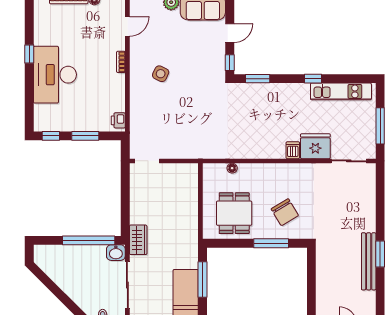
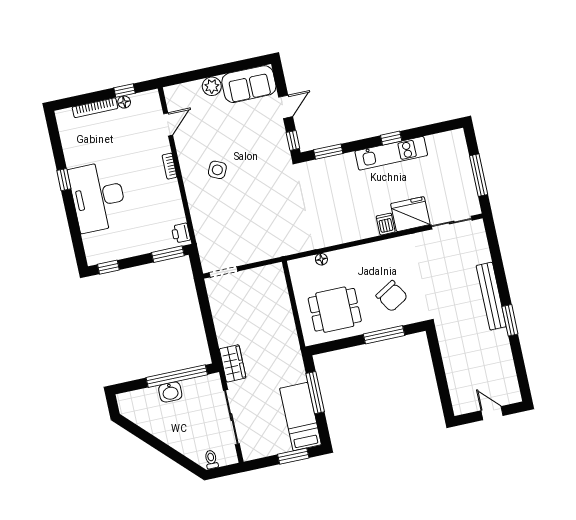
kitchen unit: (341, 91) -> (391, 153), moved
window: (85, 136) -> (168, 254), moved
dining table: (234, 213) -> (335, 310), turned 90
washbasin: (116, 253) -> (170, 392), moved
bench: (369, 261) -> (491, 296), moved

